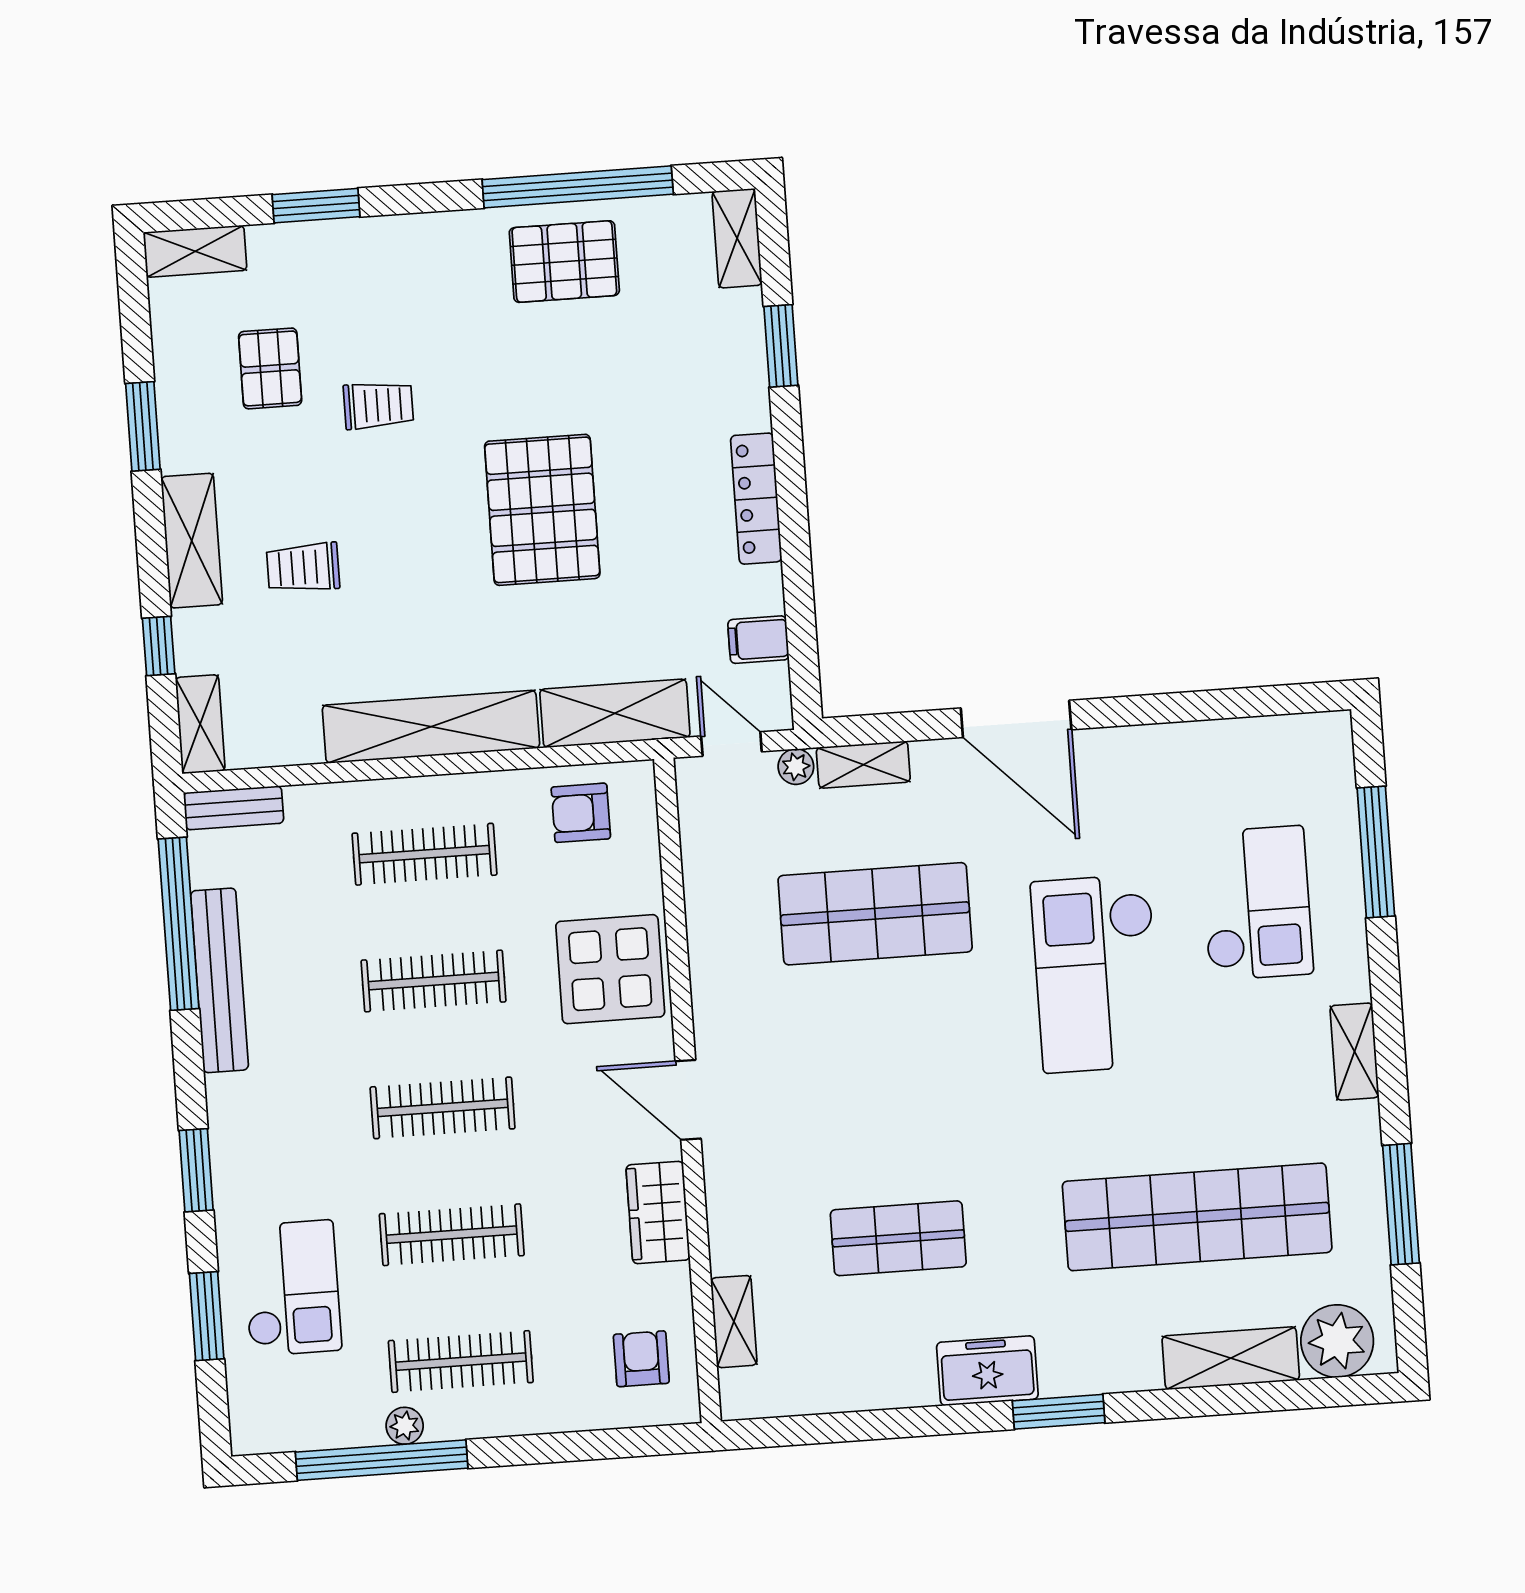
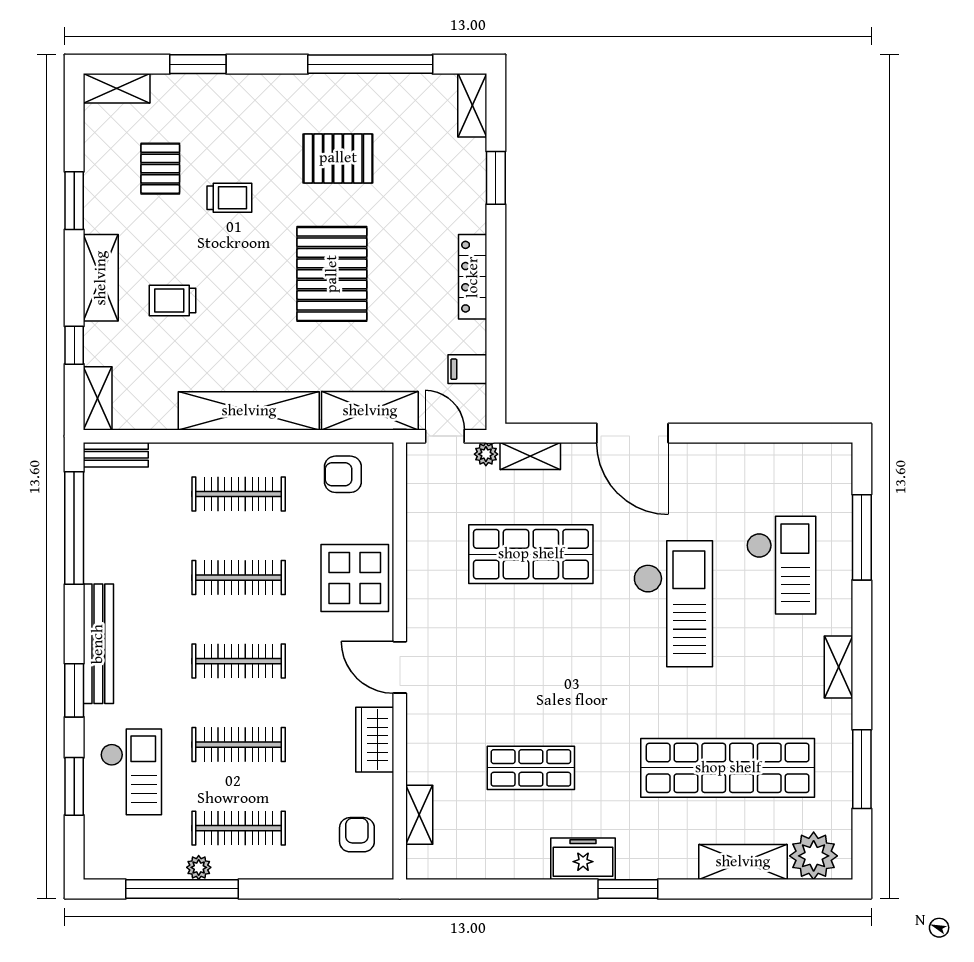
pallet: (564, 262) -> (338, 158), moved
checkout: (1096, 974) -> (673, 604), turned 180
bench: (220, 980) -> (98, 644), moved

